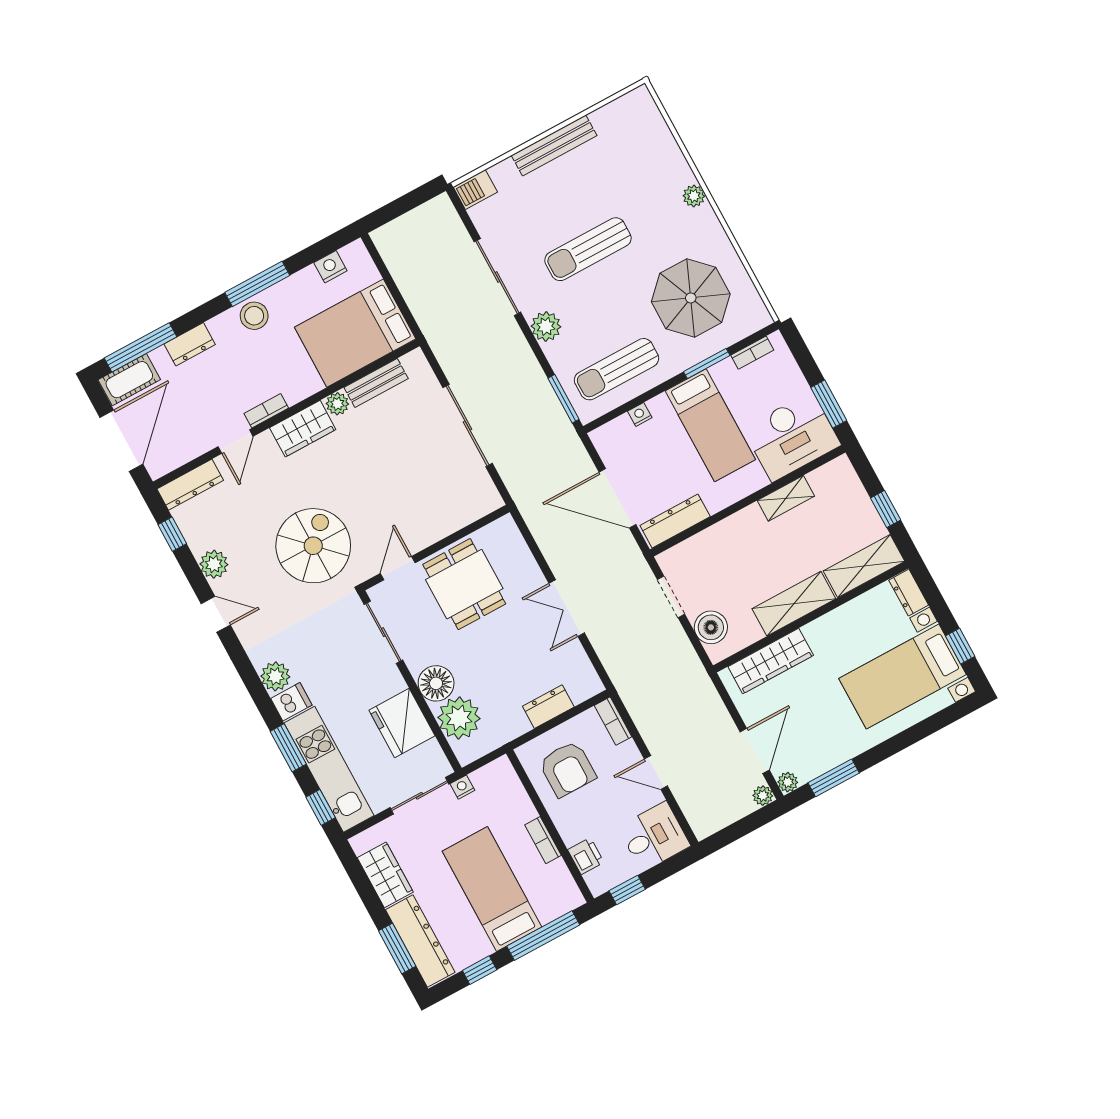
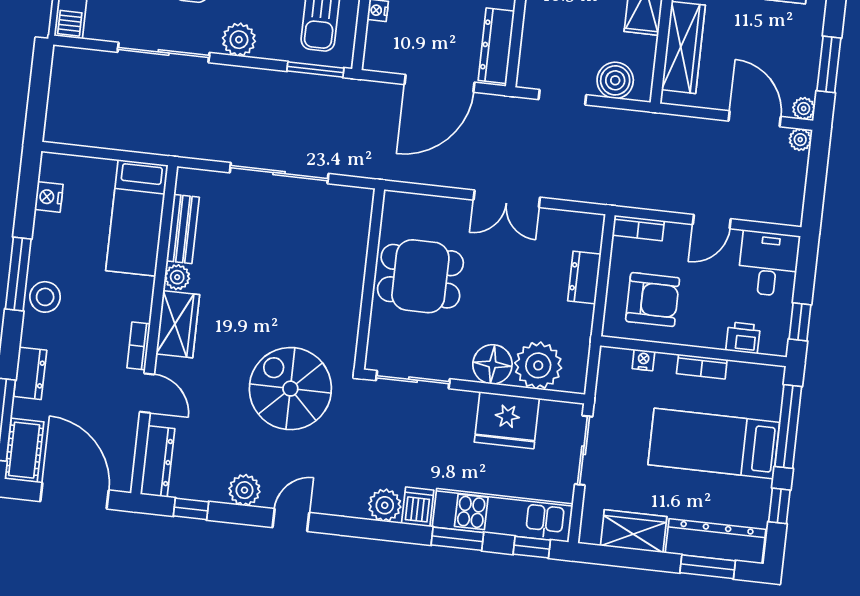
bed: (355, 333) -> (137, 218), width x0.67
door: (398, 568) -> (364, 326), removed
nightstand: (462, 787) -> (643, 360), moved, turned 90

